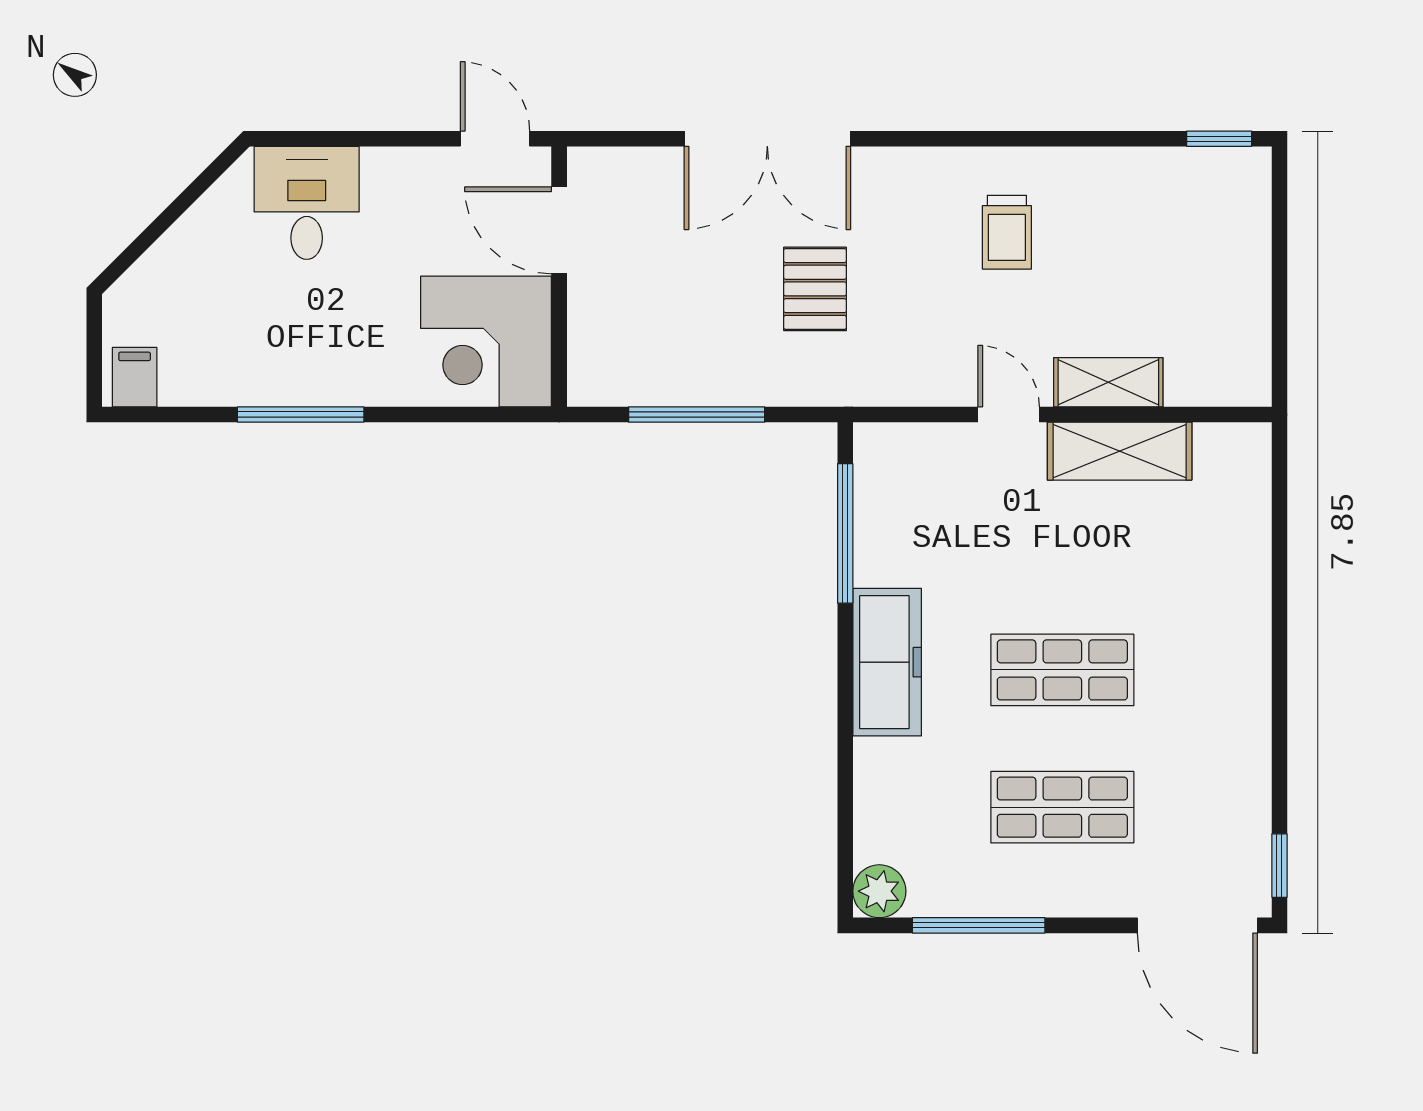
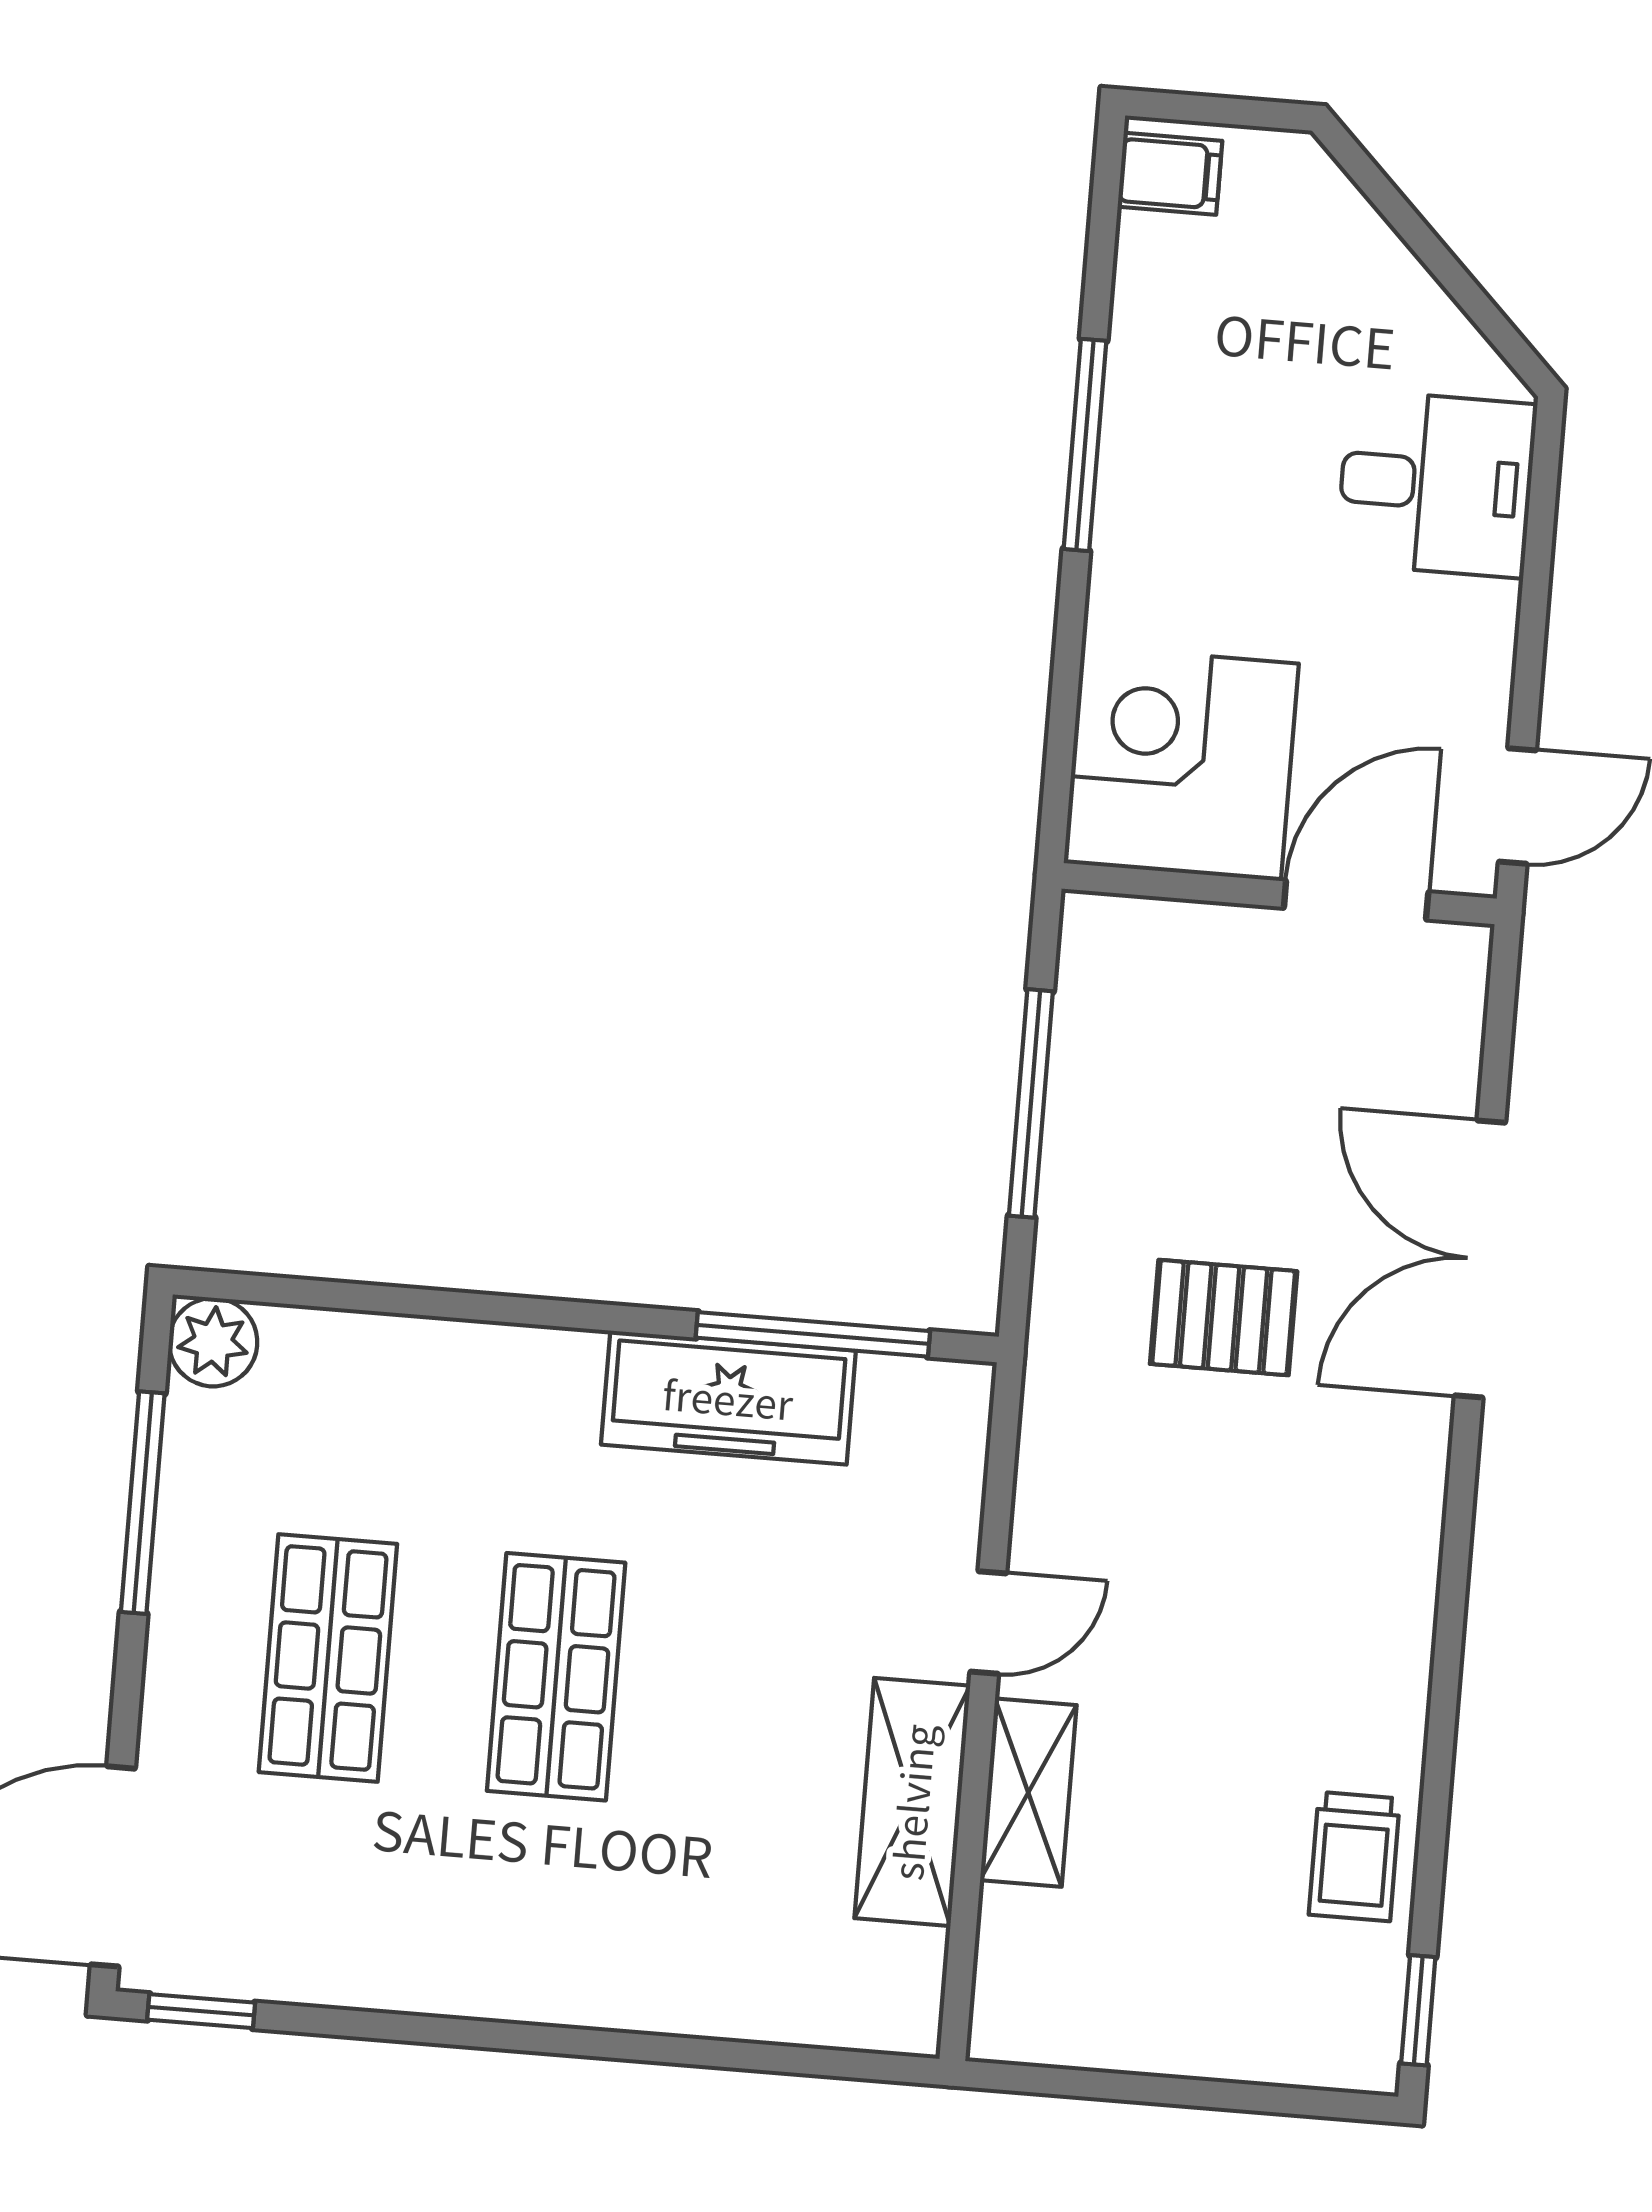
trolley: (1007, 232) -> (1354, 1857), moved, turned -90
freezer: (887, 662) -> (728, 1398), moved

